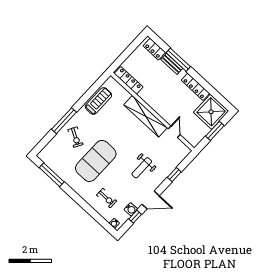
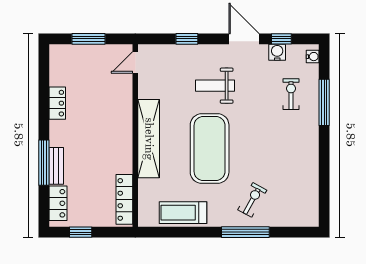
window: (132, 47) -> (81, 232), added
locker: (195, 87) -> (57, 103), width x0.66
shower: (211, 112) -> (70, 65), removed
door: (174, 132) -> (135, 62), moved
exercise mat: (96, 161) -> (210, 149), moved, turned 90
weight bench: (142, 168) -> (215, 86), turned 180
window: (52, 175) -> (324, 102), moved

